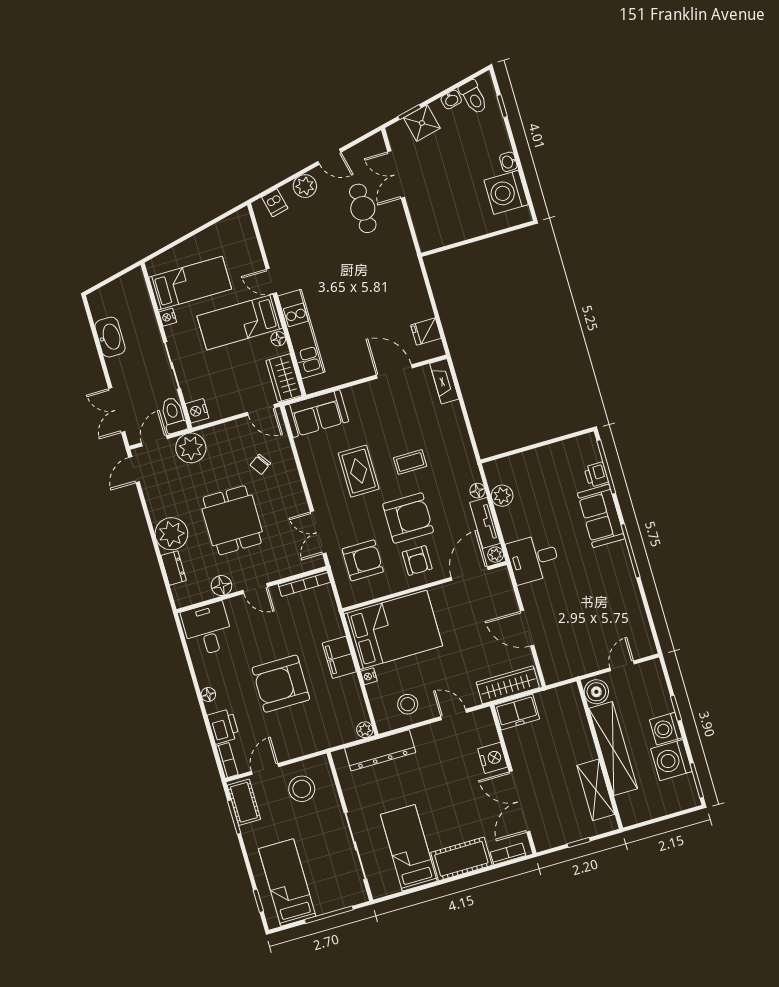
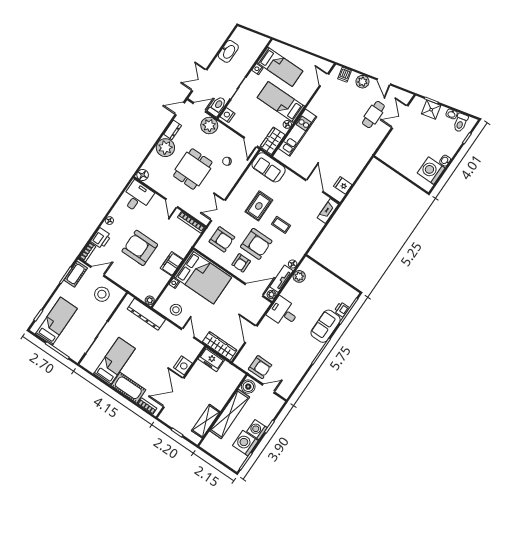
door: (271, 281) -> (324, 80), moved
dresser: (174, 568) -> (173, 130), moved
floor lamp: (221, 586) -> (143, 175), moved
armchair: (583, 653) -> (260, 367), added

